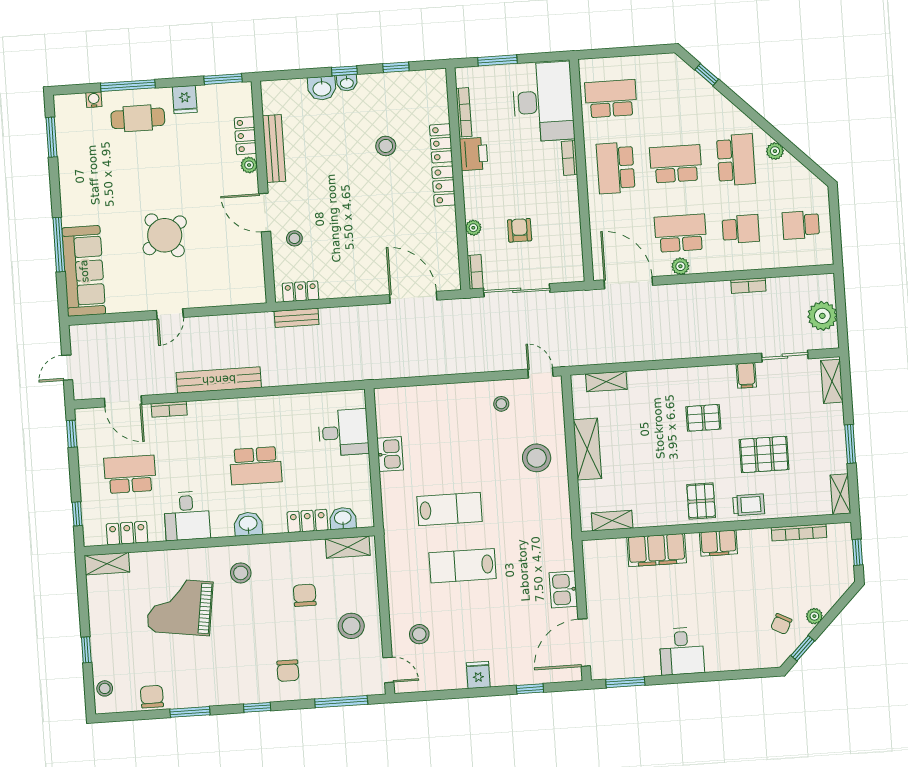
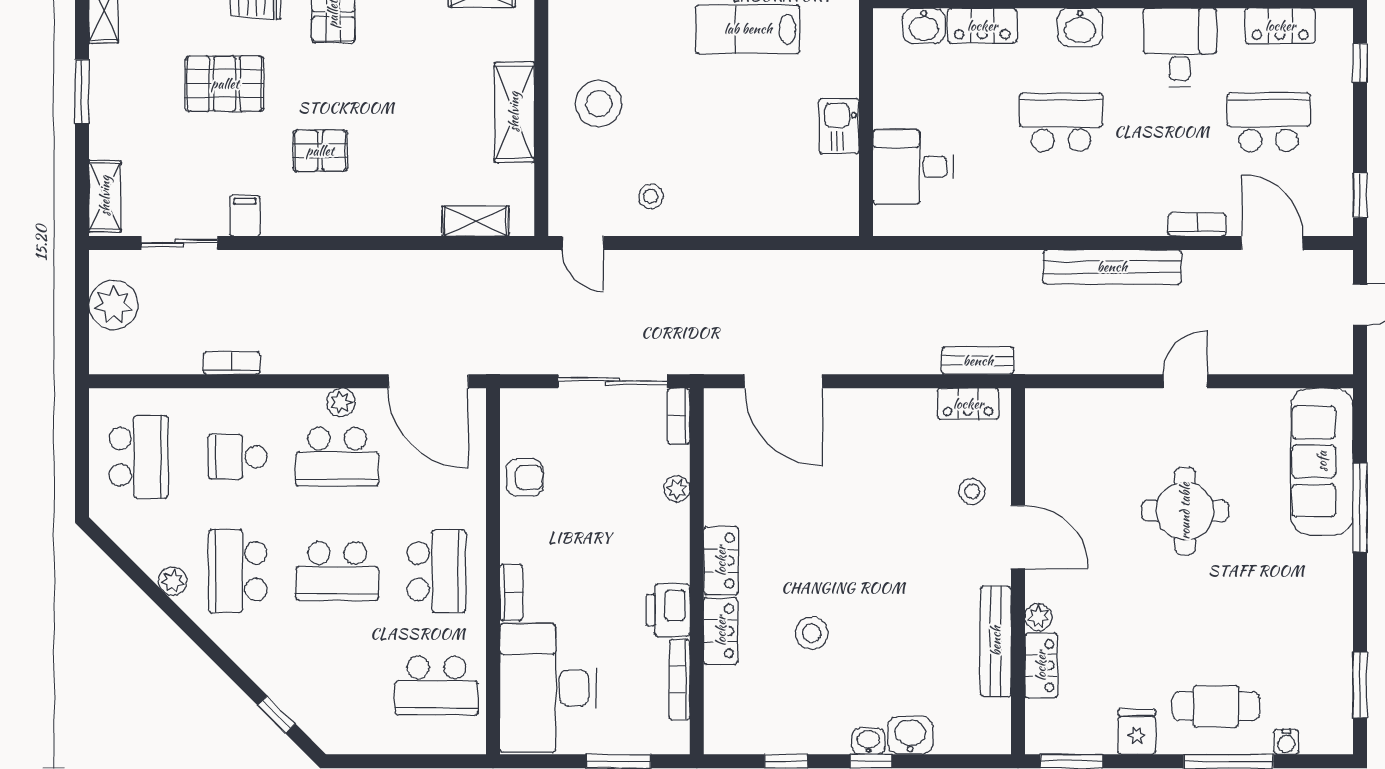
school desk: (801, 225) -> (138, 457), width x1.85
armchair: (520, 230) -> (525, 477), moved, turned -90
round table: (165, 235) -> (1185, 511), turned 37
school desk: (130, 474) -> (1269, 122), turned 180

